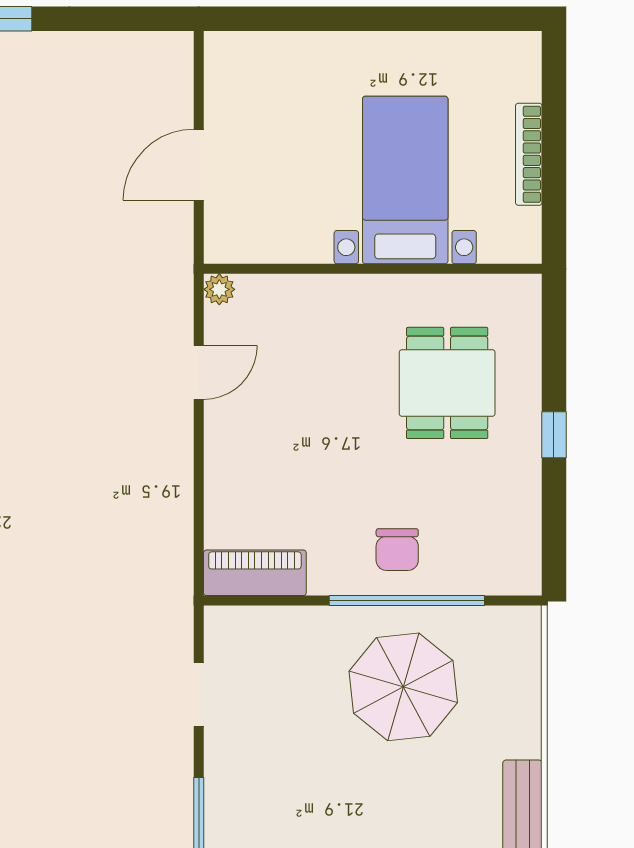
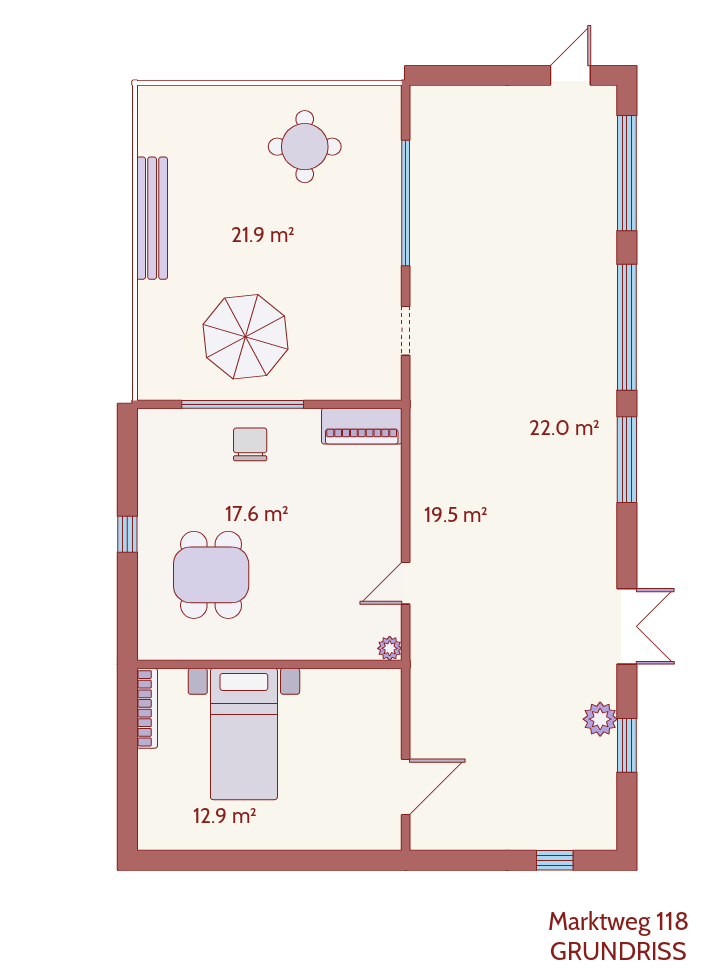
bookcase: (529, 154) -> (147, 708), moved
door: (199, 165) -> (406, 787), moved

